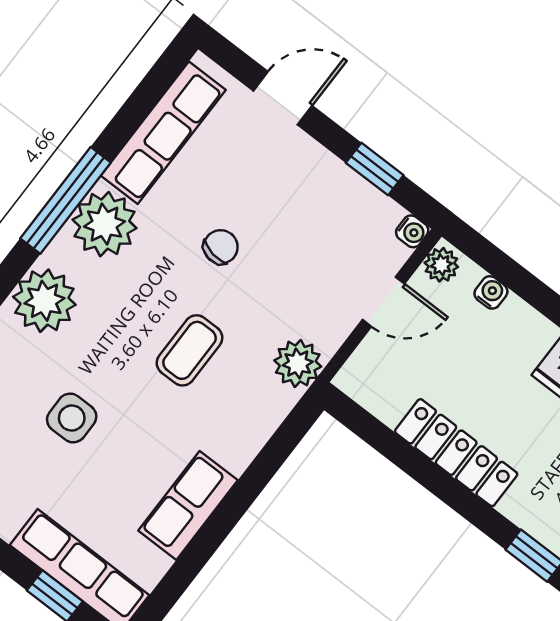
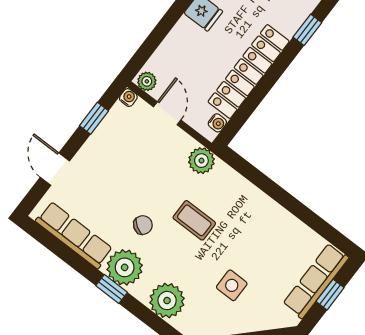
window: (65, 200) -> (112, 289), width x0.46
chair: (221, 247) -> (143, 225), moved, turned 112
water cooler: (491, 292) -> (217, 123), moved, turned 180
locker: (456, 453) -> (249, 72), width x1.41, depth x1.21
row of seats: (188, 505) -> (280, 221), removed

